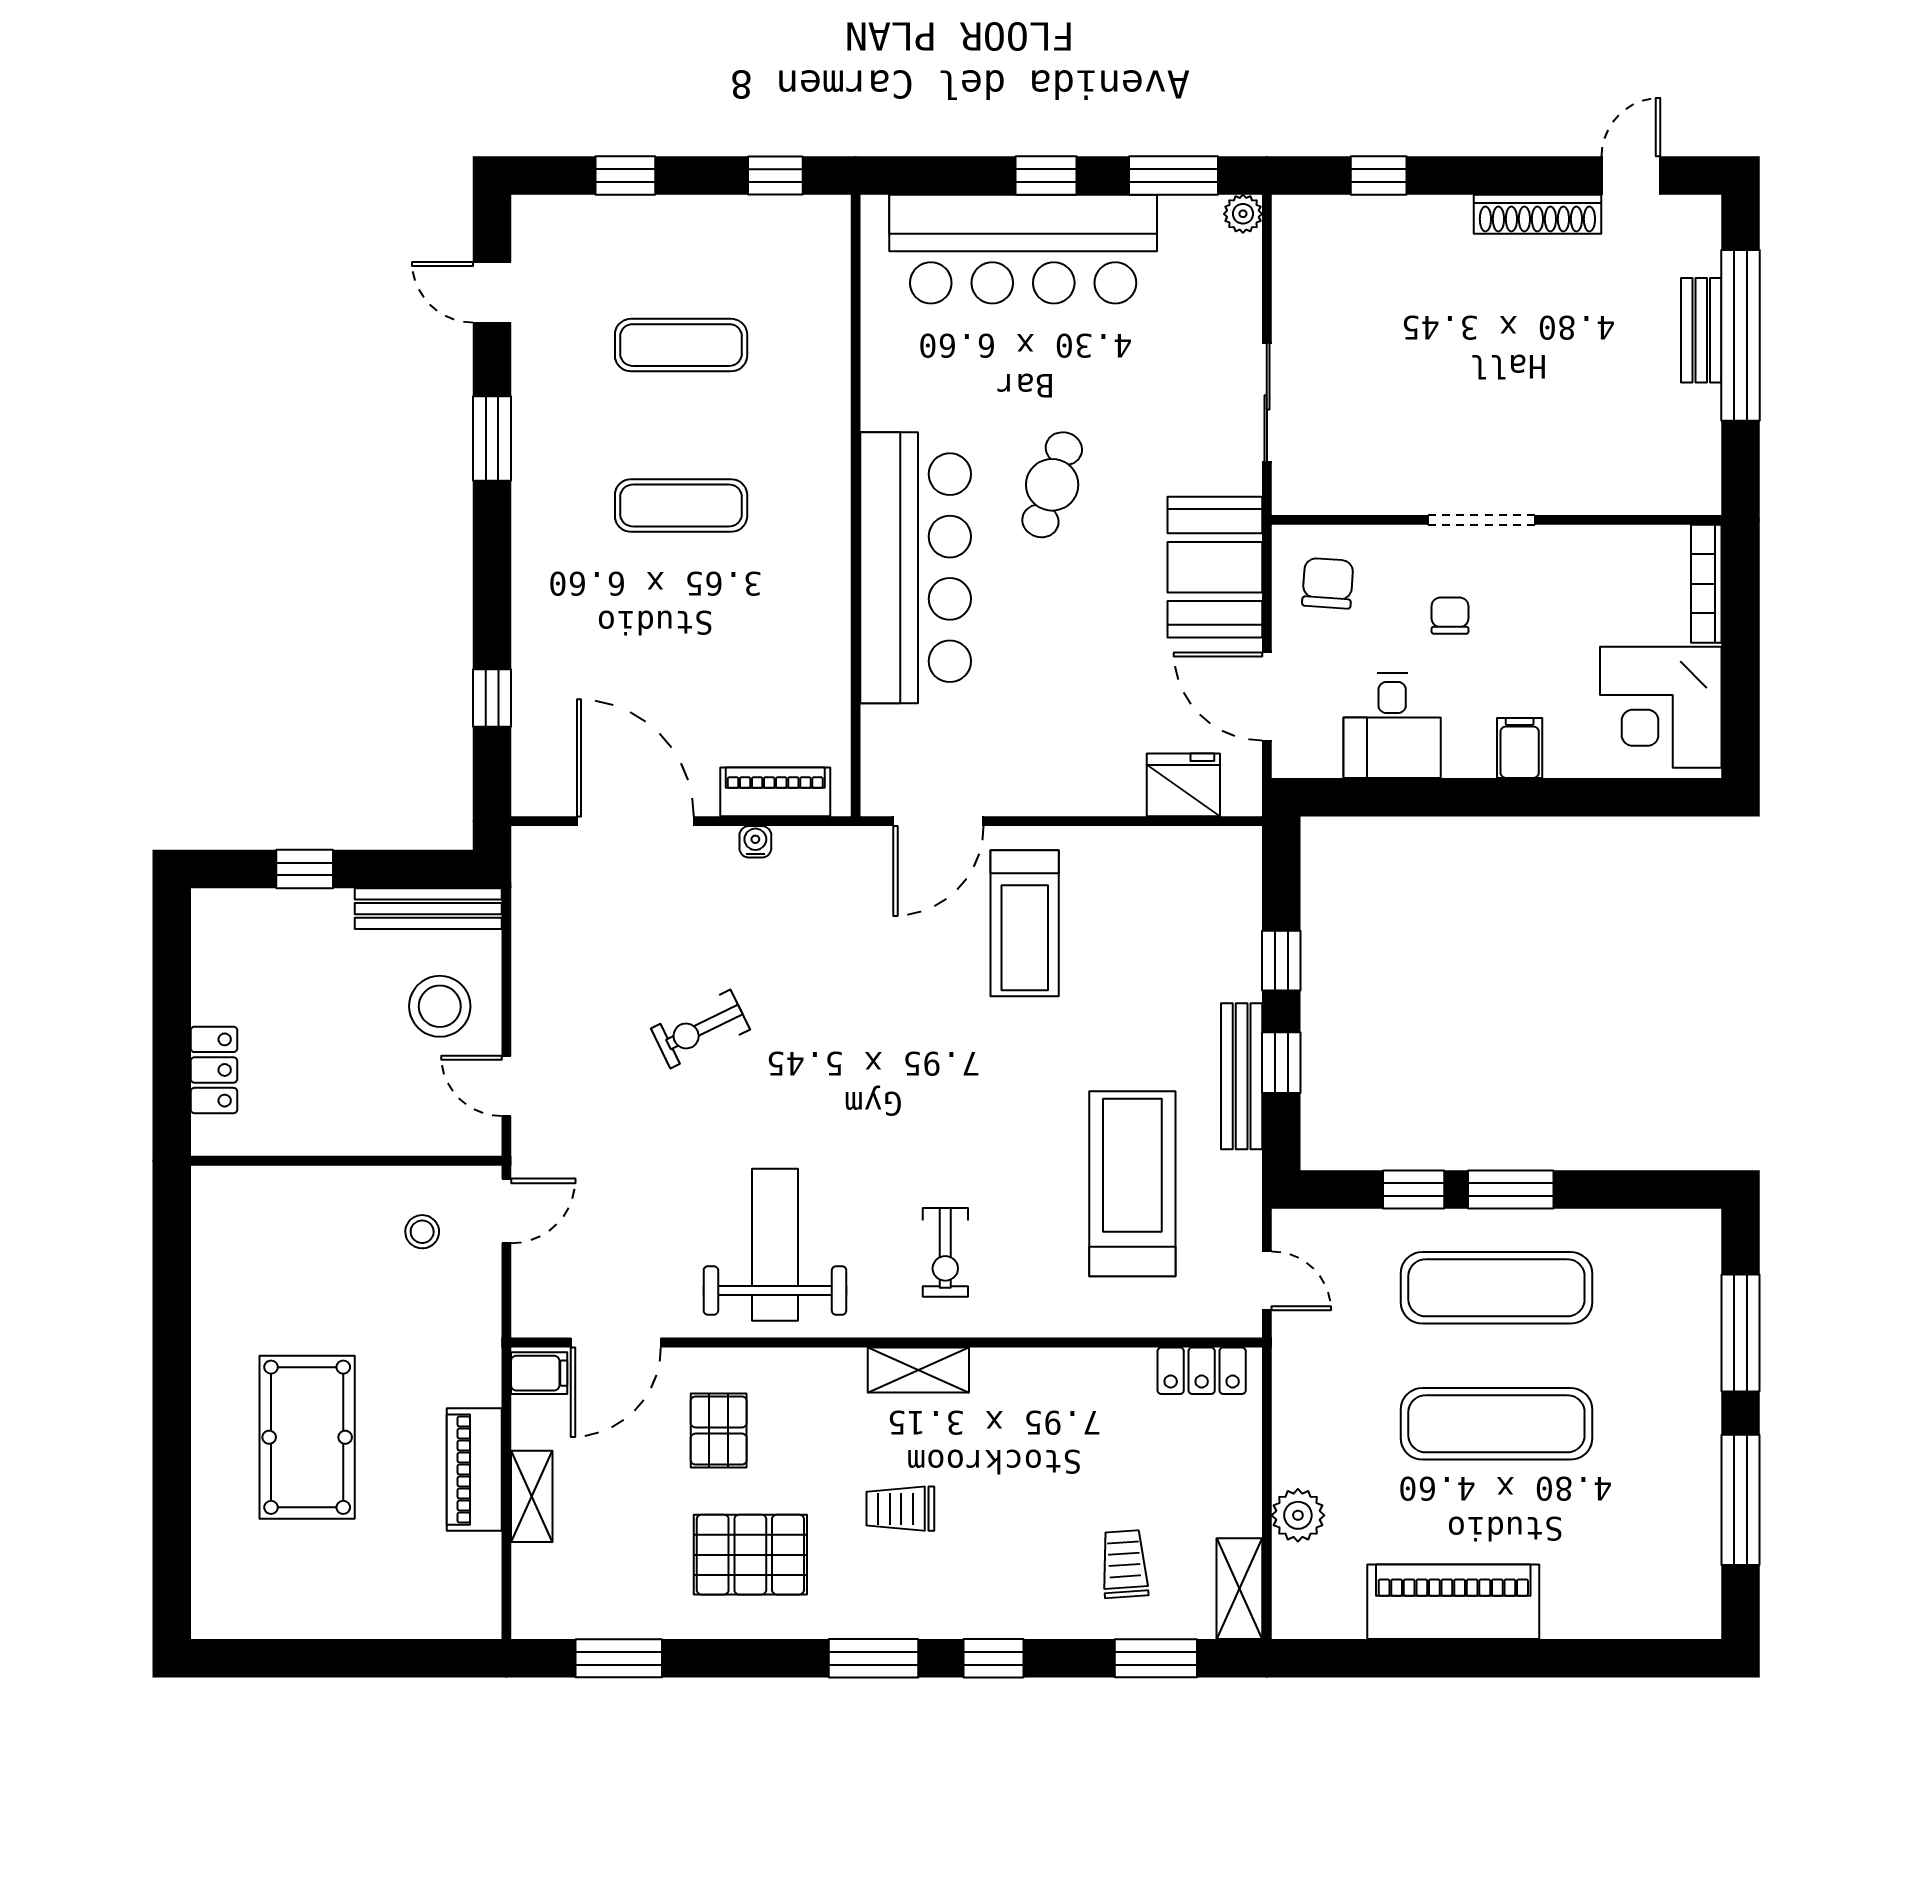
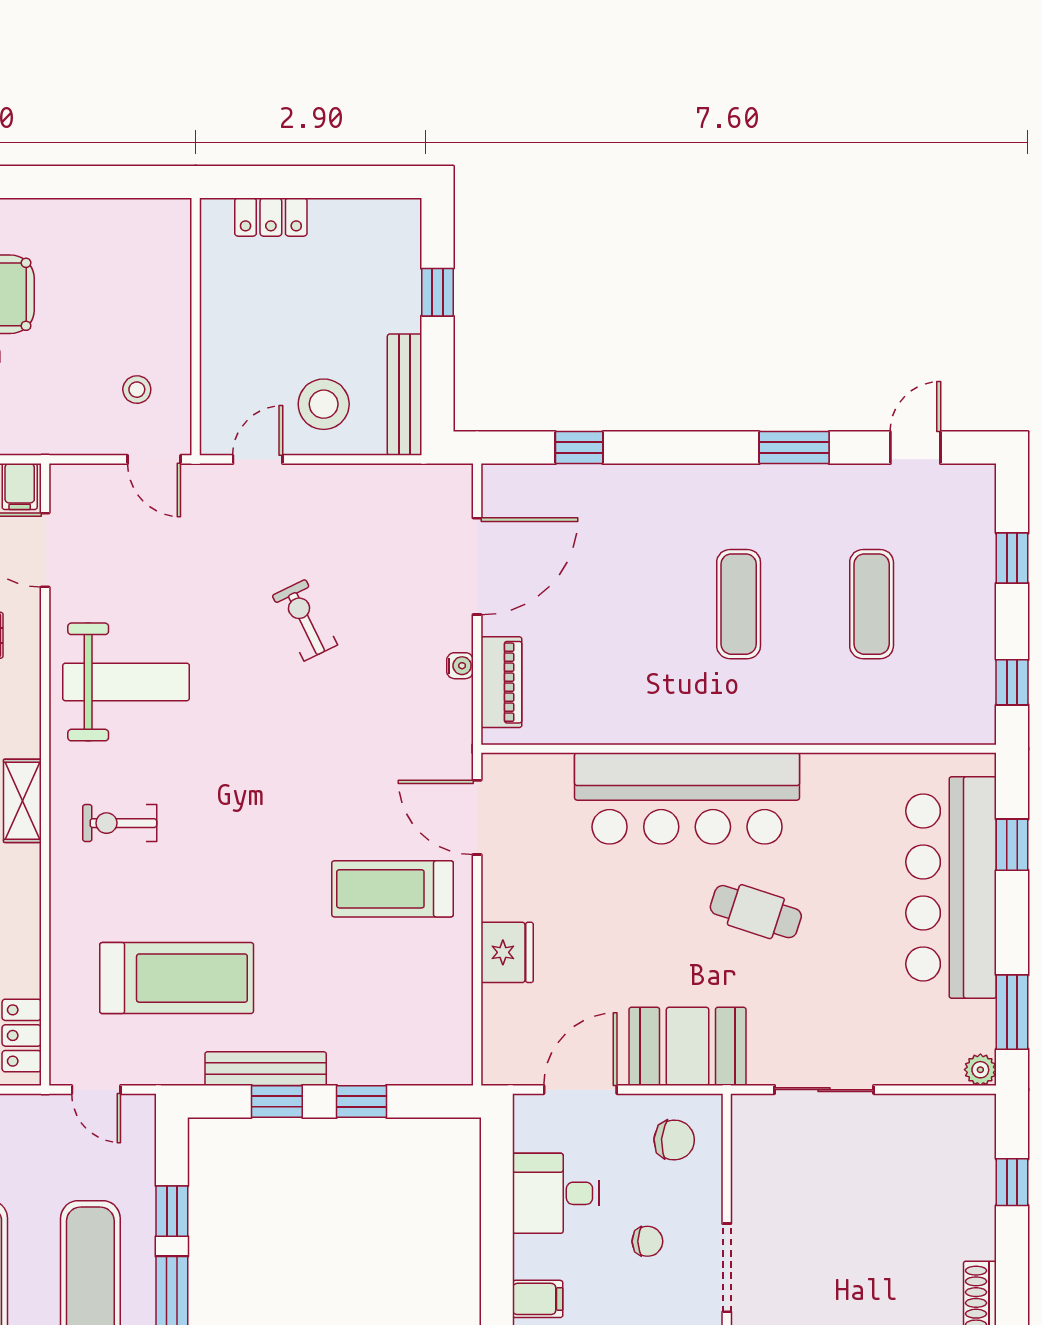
window: (1046, 175) -> (1012, 845), moved
fridge: (1183, 785) -> (507, 952), moved
door: (1267, 1281) -> (96, 1090), hinge flipped

